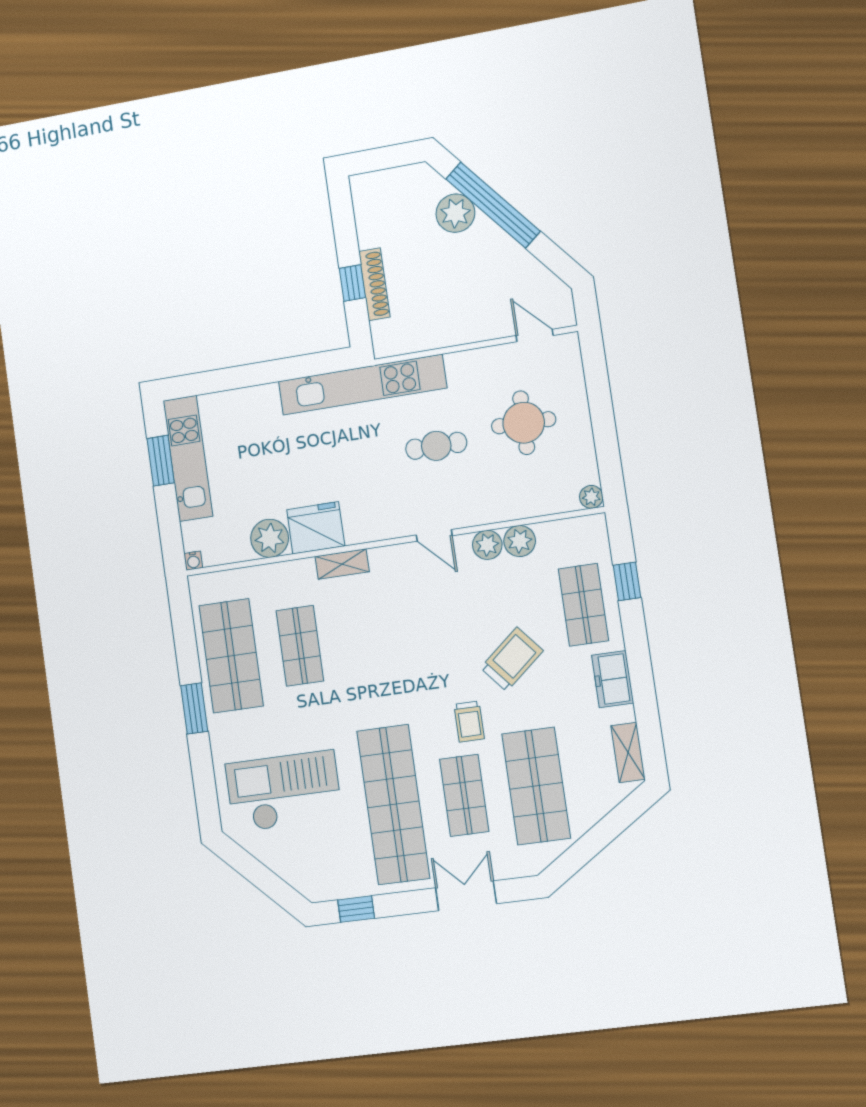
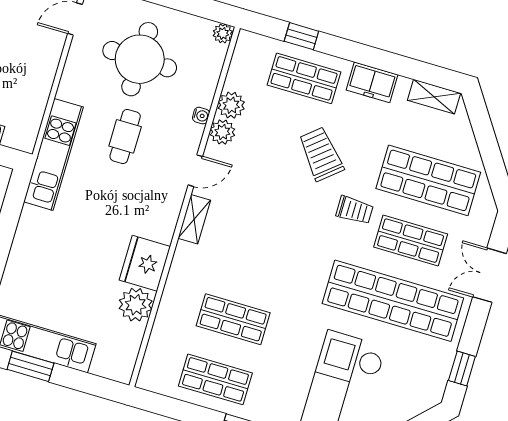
kitchen unit: (362, 385) -> (53, 154), width x0.73
round table: (524, 423) -> (140, 59), width x1.36, depth x1.36
water cooler: (193, 561) -> (201, 116), moved
shelving: (342, 564) -> (194, 219), moved
shop shelf: (231, 656) -> (215, 379), width x0.70, depth x0.74

